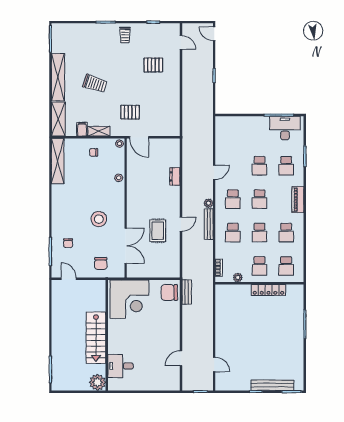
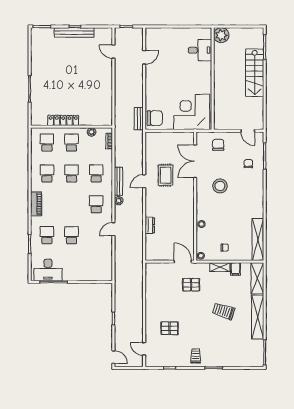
school desk: (259, 199) -> (72, 204), removed
stairs: (96, 338) -> (255, 73), moved, turned 180
bench: (272, 385) -> (74, 32), moved

